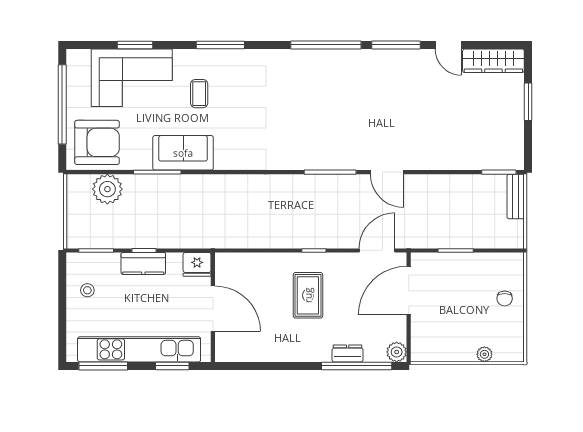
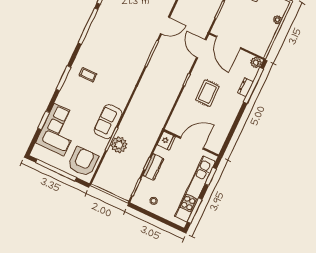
coffee table: (199, 94) -> (88, 75), moved
plant: (107, 189) -> (119, 145), moved
rug: (308, 295) -> (207, 93), turned 90

